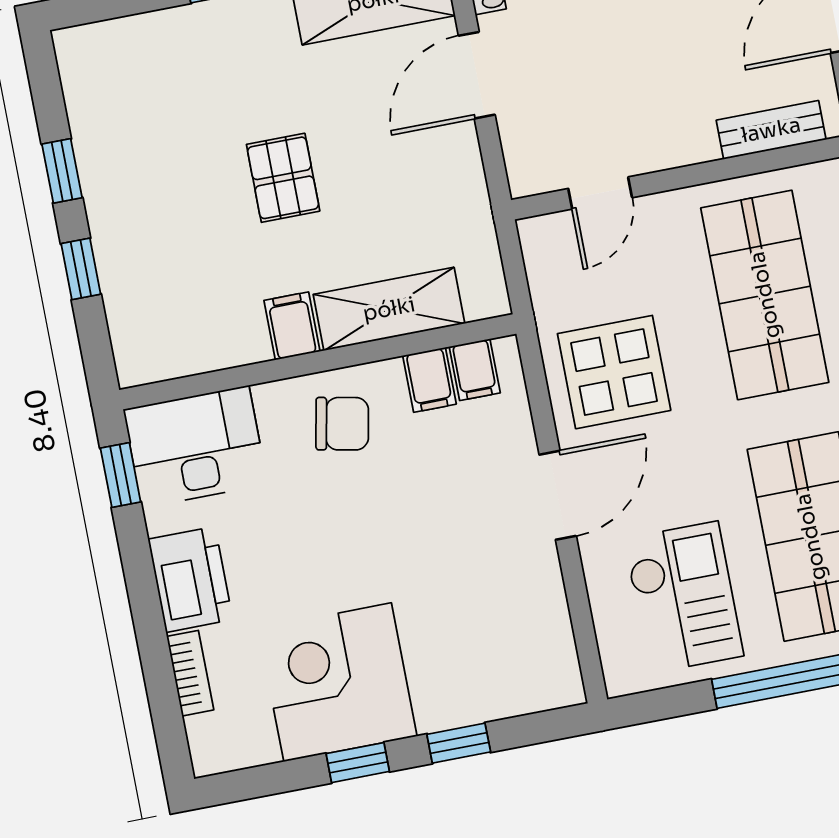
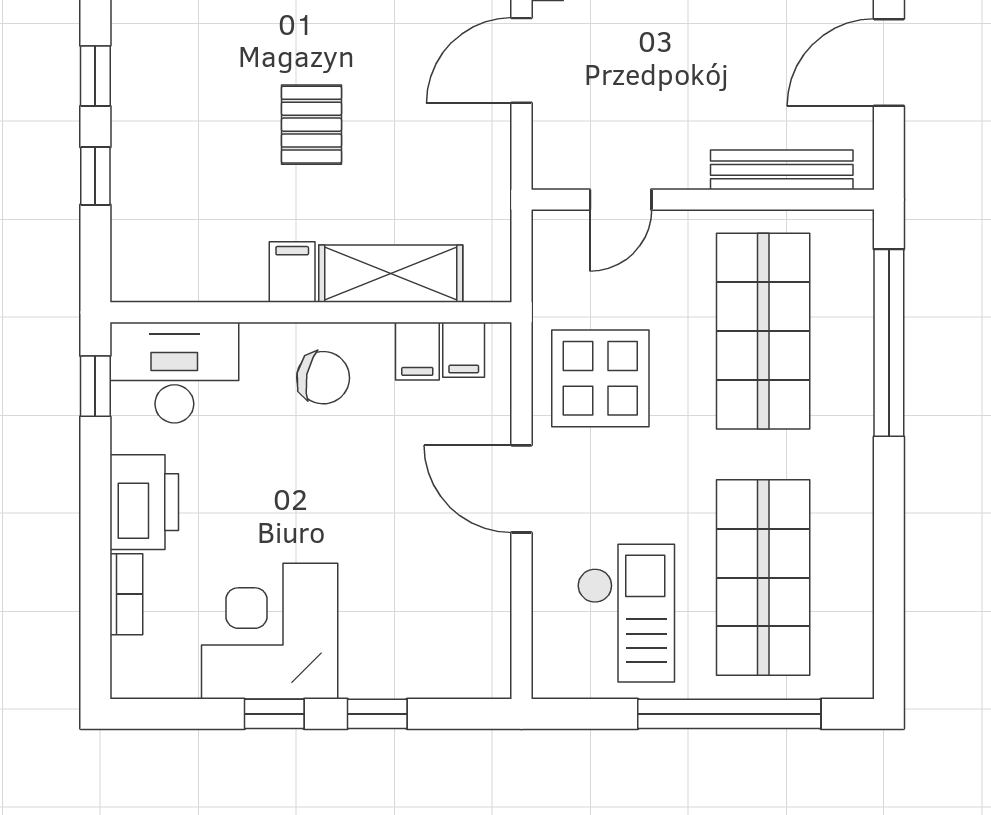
bench: (771, 130) -> (782, 170), width x1.36
door: (558, 495) -> (522, 489), swing flipped

